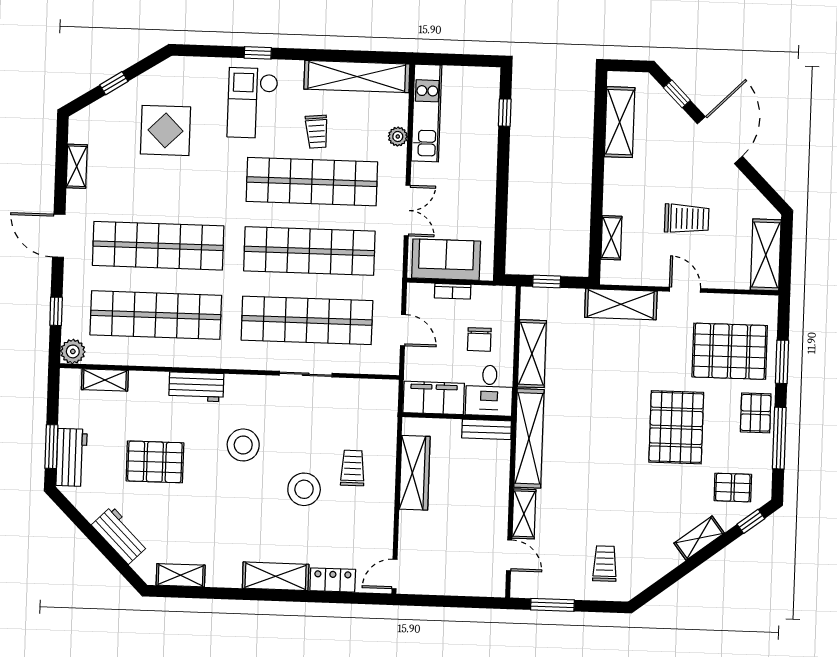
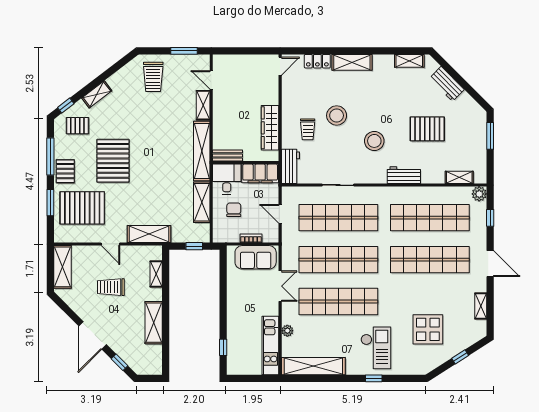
shelving: (620, 122) -> (154, 323), moved
trolley: (317, 132) -> (336, 332), removed
double door: (407, 211) -> (280, 286), swing flipped
workbench: (72, 457) -> (290, 166), moved, turned 180
trolley: (605, 564) -> (153, 77), width x1.36, depth x1.39

